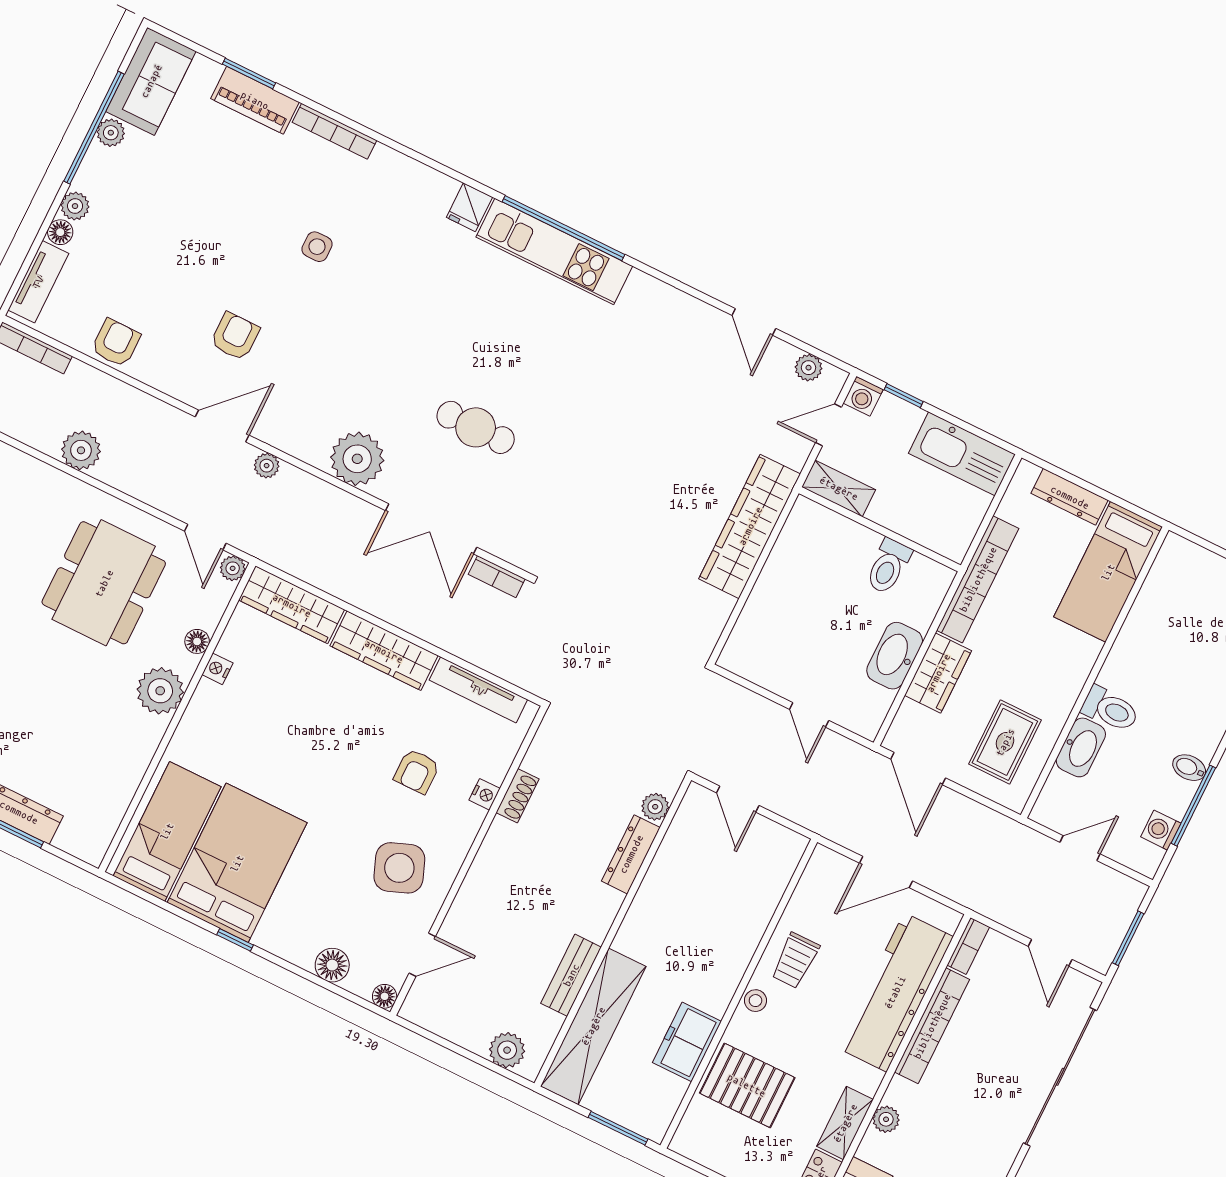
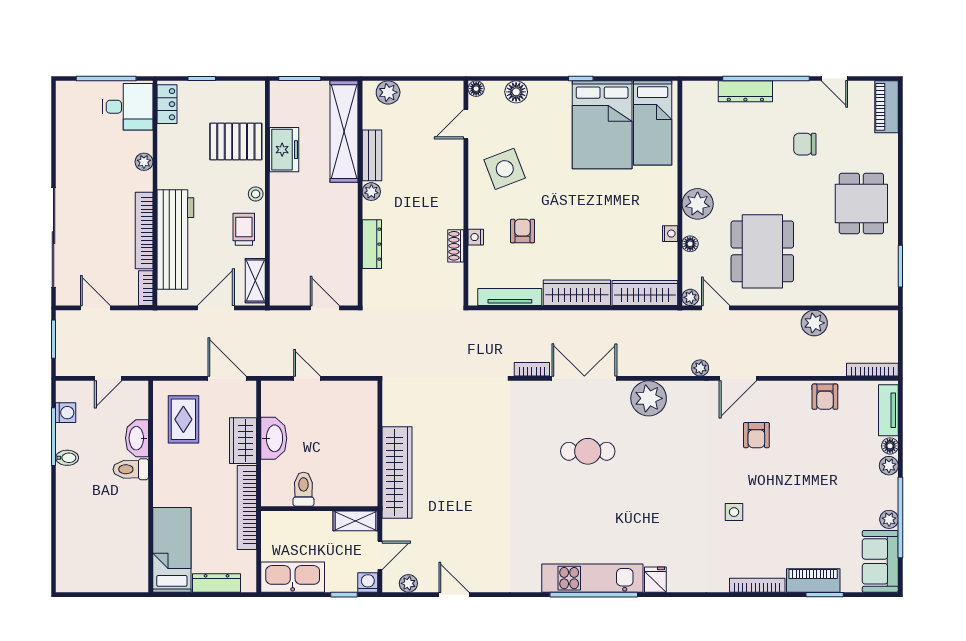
plant: (655, 807) -> (371, 192), moved
shelving: (845, 1123) -> (255, 281), moved

